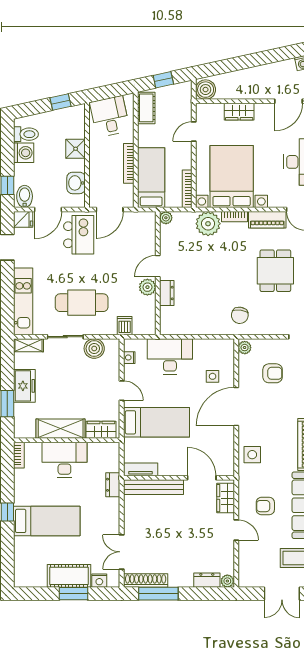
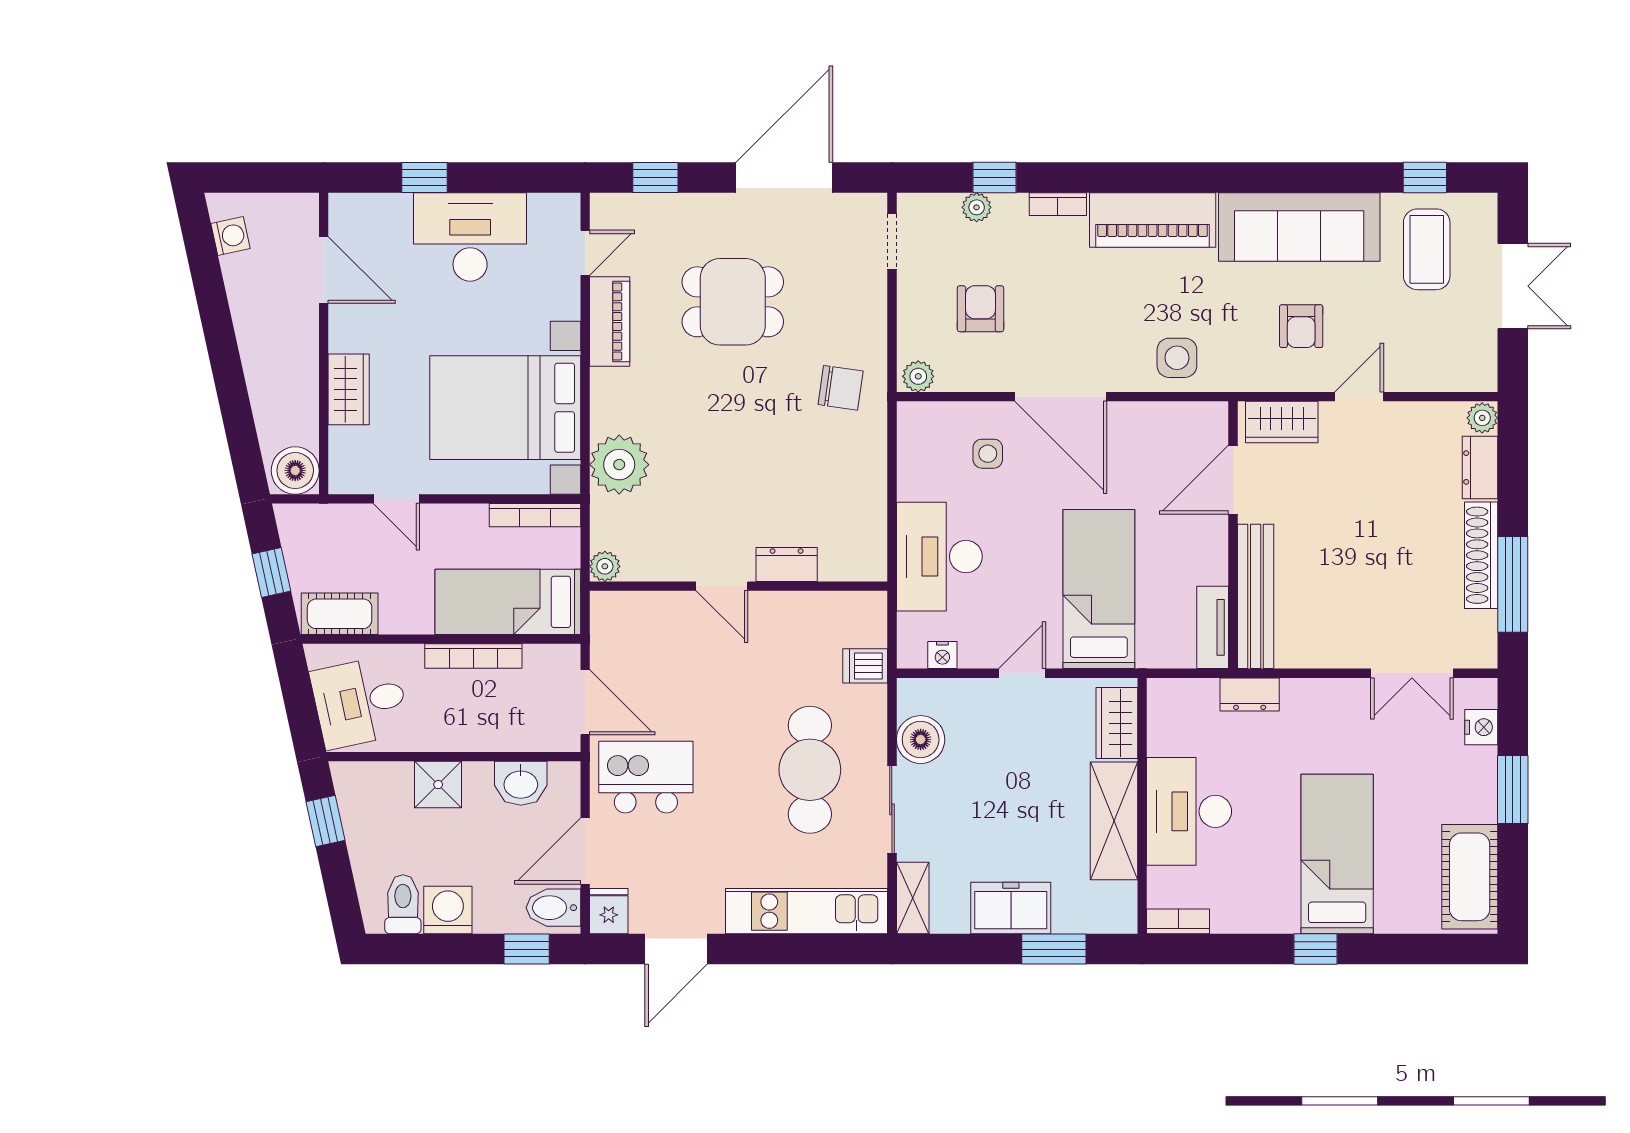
door: (48, 210) -> (585, 851), swing flipped
bookcase: (234, 217) -> (602, 401), removed
plant: (147, 287) -> (772, 611), removed
cot: (69, 576) -> (1470, 877), moved
shoe rack: (146, 581) -> (1481, 555), moved

